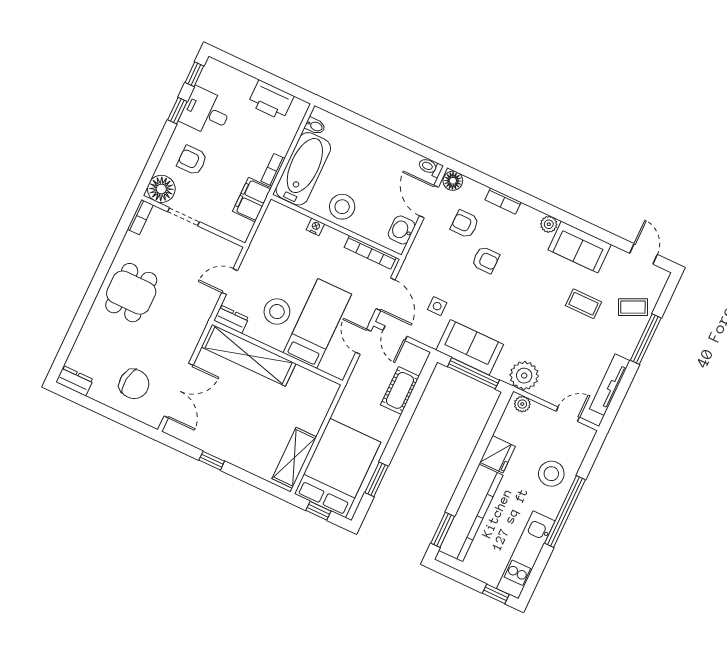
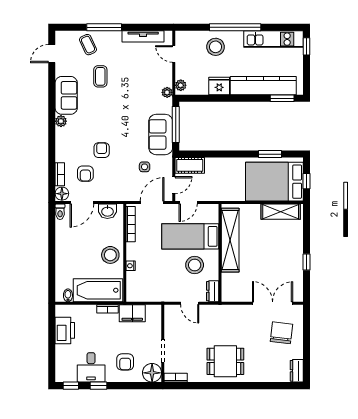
bookcase: (503, 201) -> (60, 174), moved
shelving: (249, 355) -> (230, 240), moved
plant: (524, 376) -> (167, 92), width x0.53, depth x0.53
cot: (400, 390) -> (190, 165), moved

